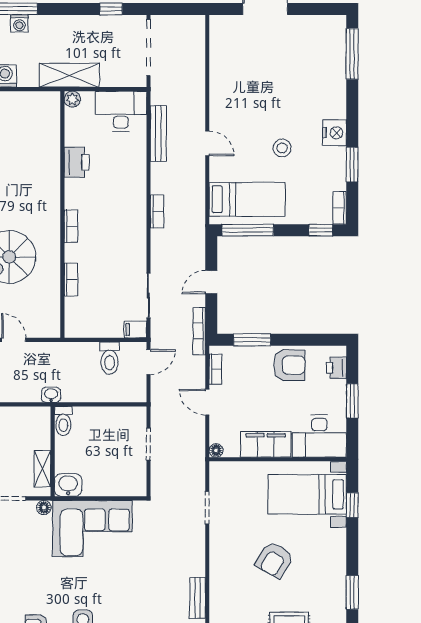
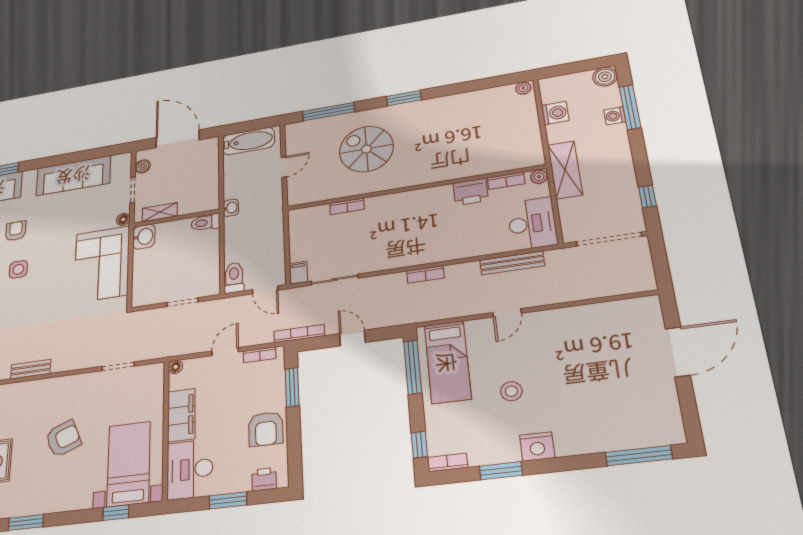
bookcase: (71, 226) -> (506, 181), moved
toilet: (110, 358) -> (234, 278), moved, turned 90
armchair: (274, 560) -> (63, 439), turned 128

